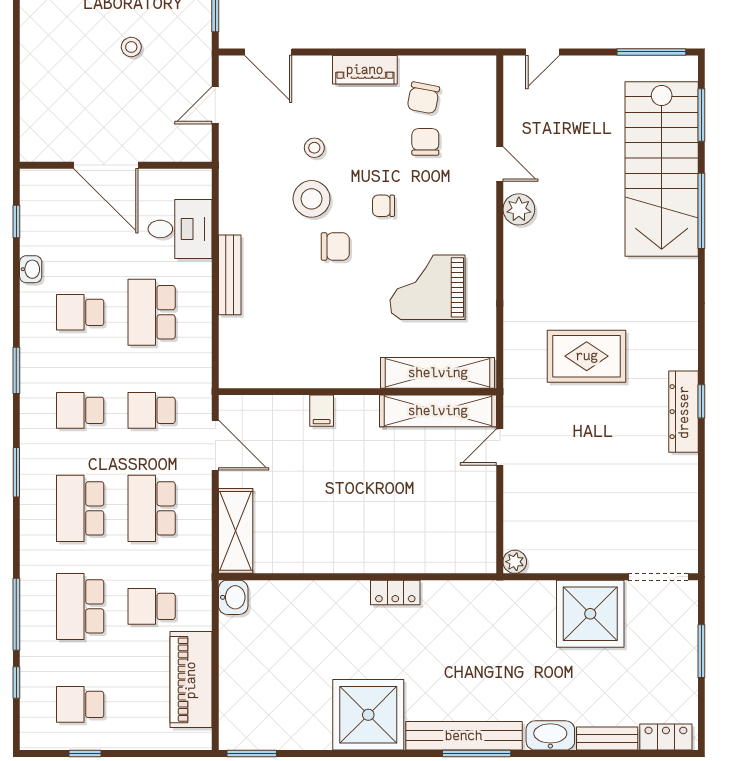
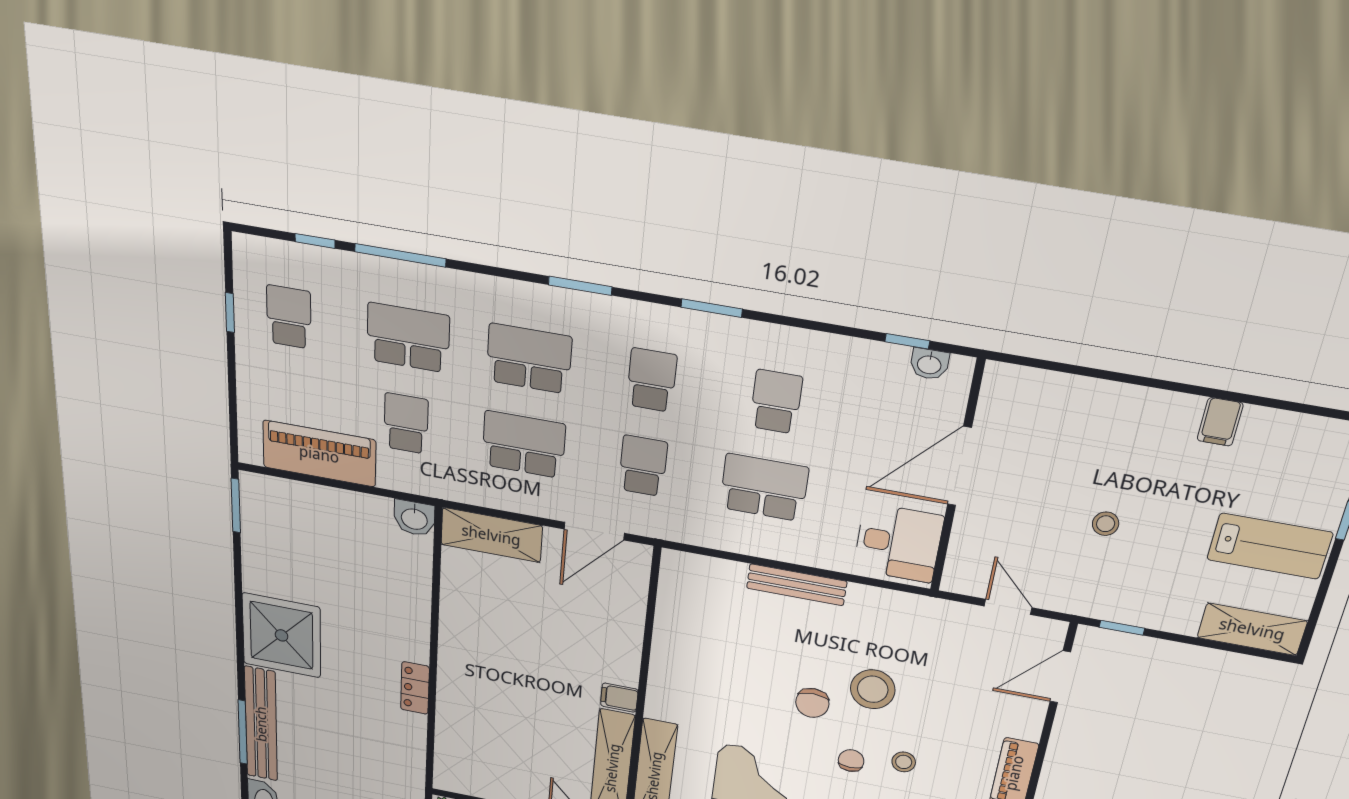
stool: (314, 148) -> (904, 762), moved
desk: (180, 229) -> (898, 543), moved, turned -90
washbasin: (31, 269) -> (929, 364), moved
filing cabinet: (322, 411) -> (619, 698), moved

